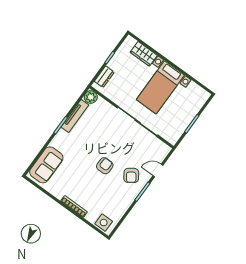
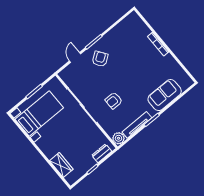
bed with nightstands: (160, 87) -> (39, 114), moved
sofa: (46, 165) -> (165, 95), moved
armchair: (105, 166) -> (114, 101), moved
door: (158, 170) -> (75, 57), swing flipped
side table: (104, 223) -> (135, 23), removed

